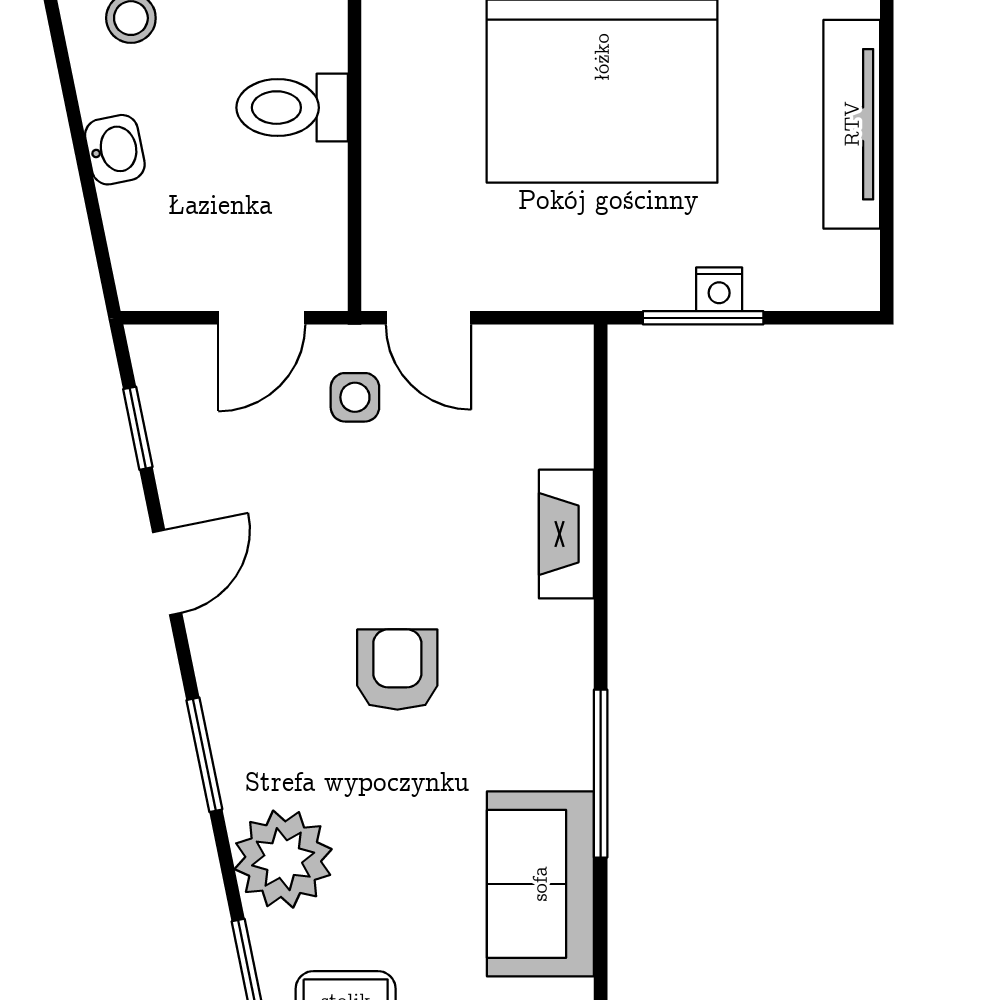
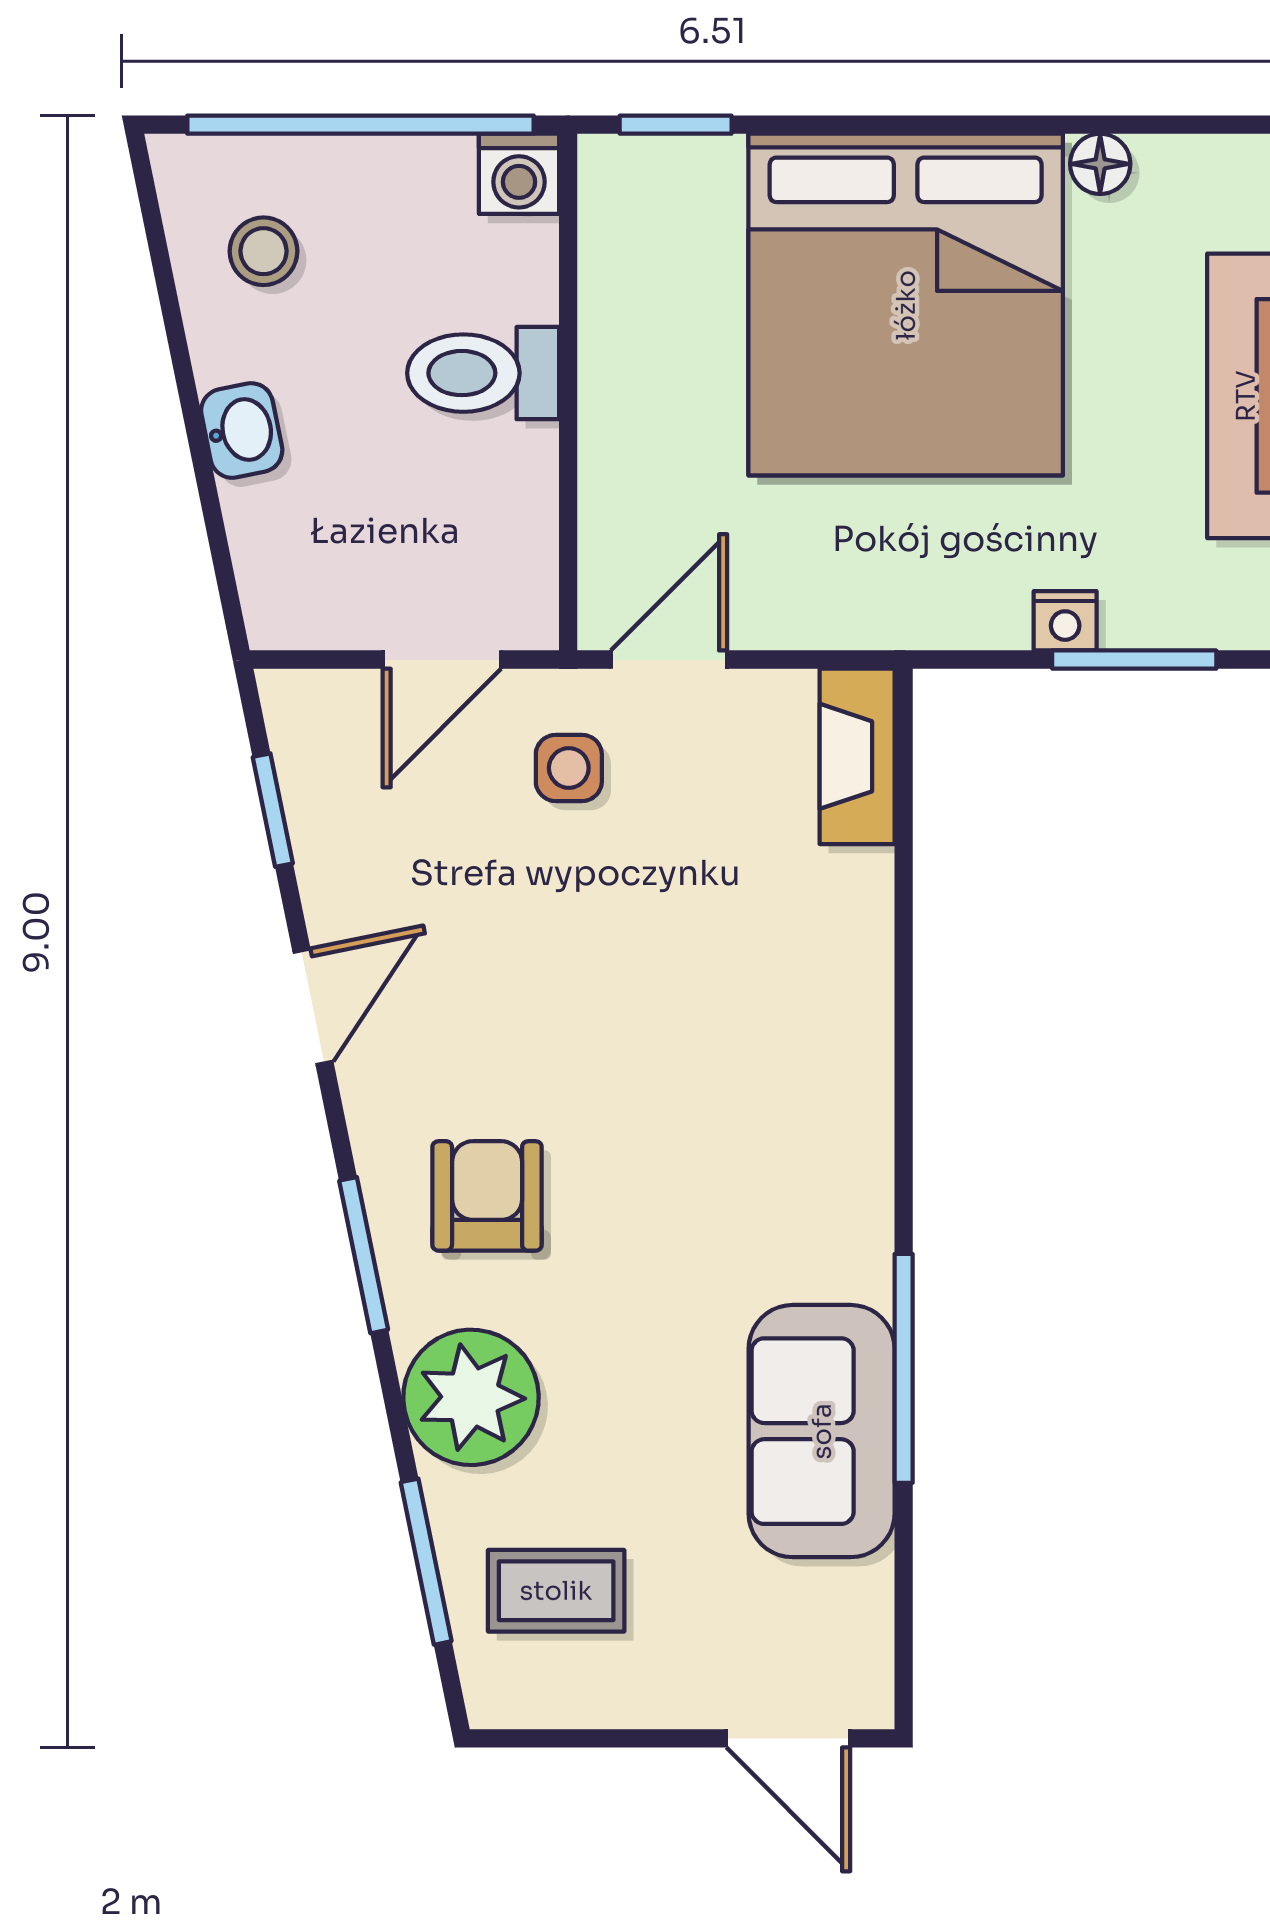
door: (428, 318) -> (669, 660), swing flipped
window: (703, 318) -> (1134, 660), moved
fireplace: (566, 534) -> (857, 756), moved
armchair: (397, 670) -> (487, 1196), moved
window: (601, 774) -> (904, 1368), moved

